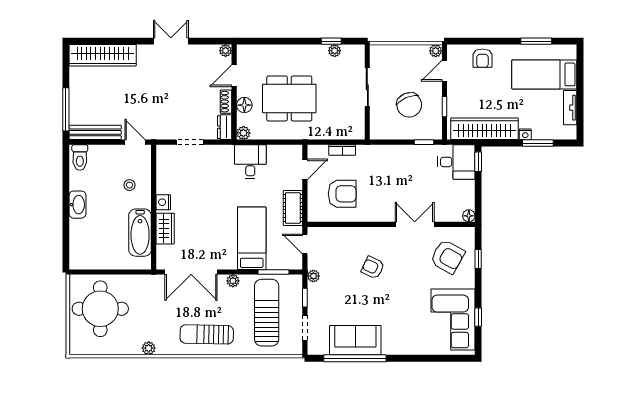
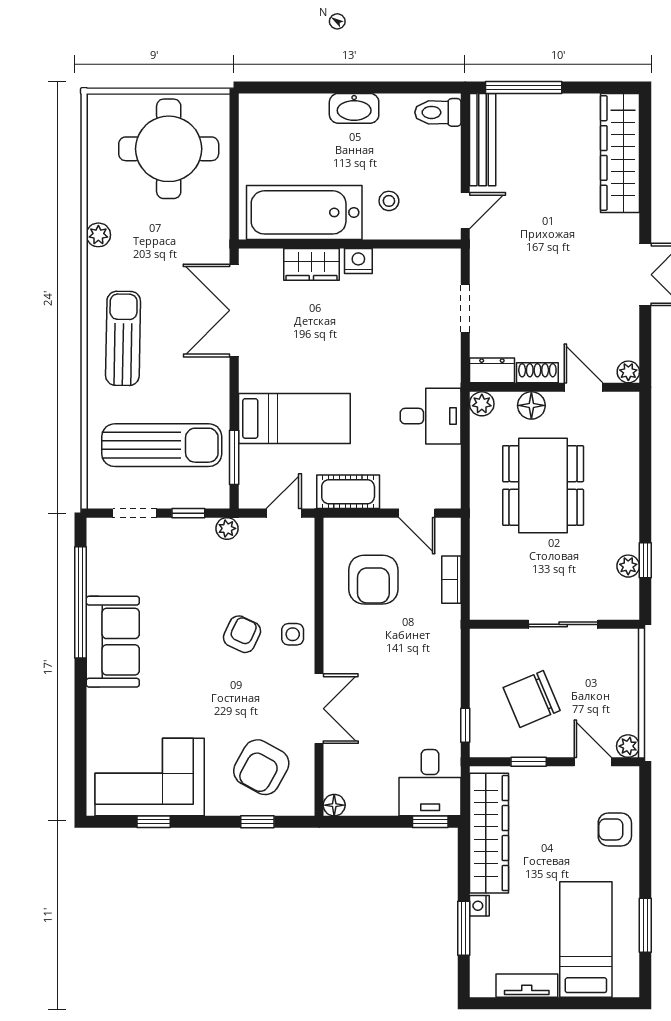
bathtub: (140, 233) -> (304, 212), width x1.36, depth x1.36
side table: (373, 239) -> (293, 634), added
plant: (233, 281) -> (218, 385), removed
sofa: (355, 340) -> (113, 642), moved

